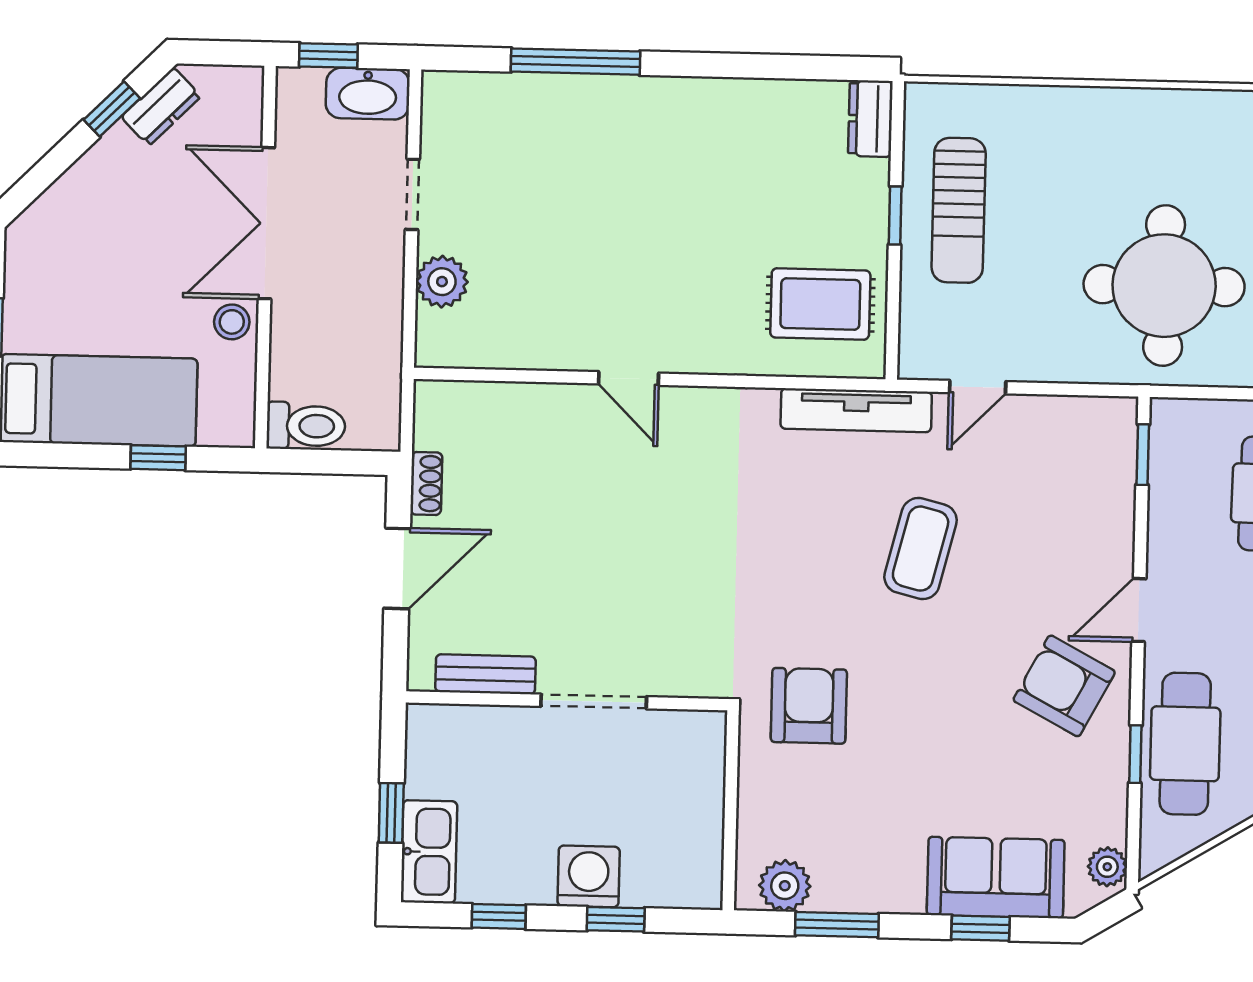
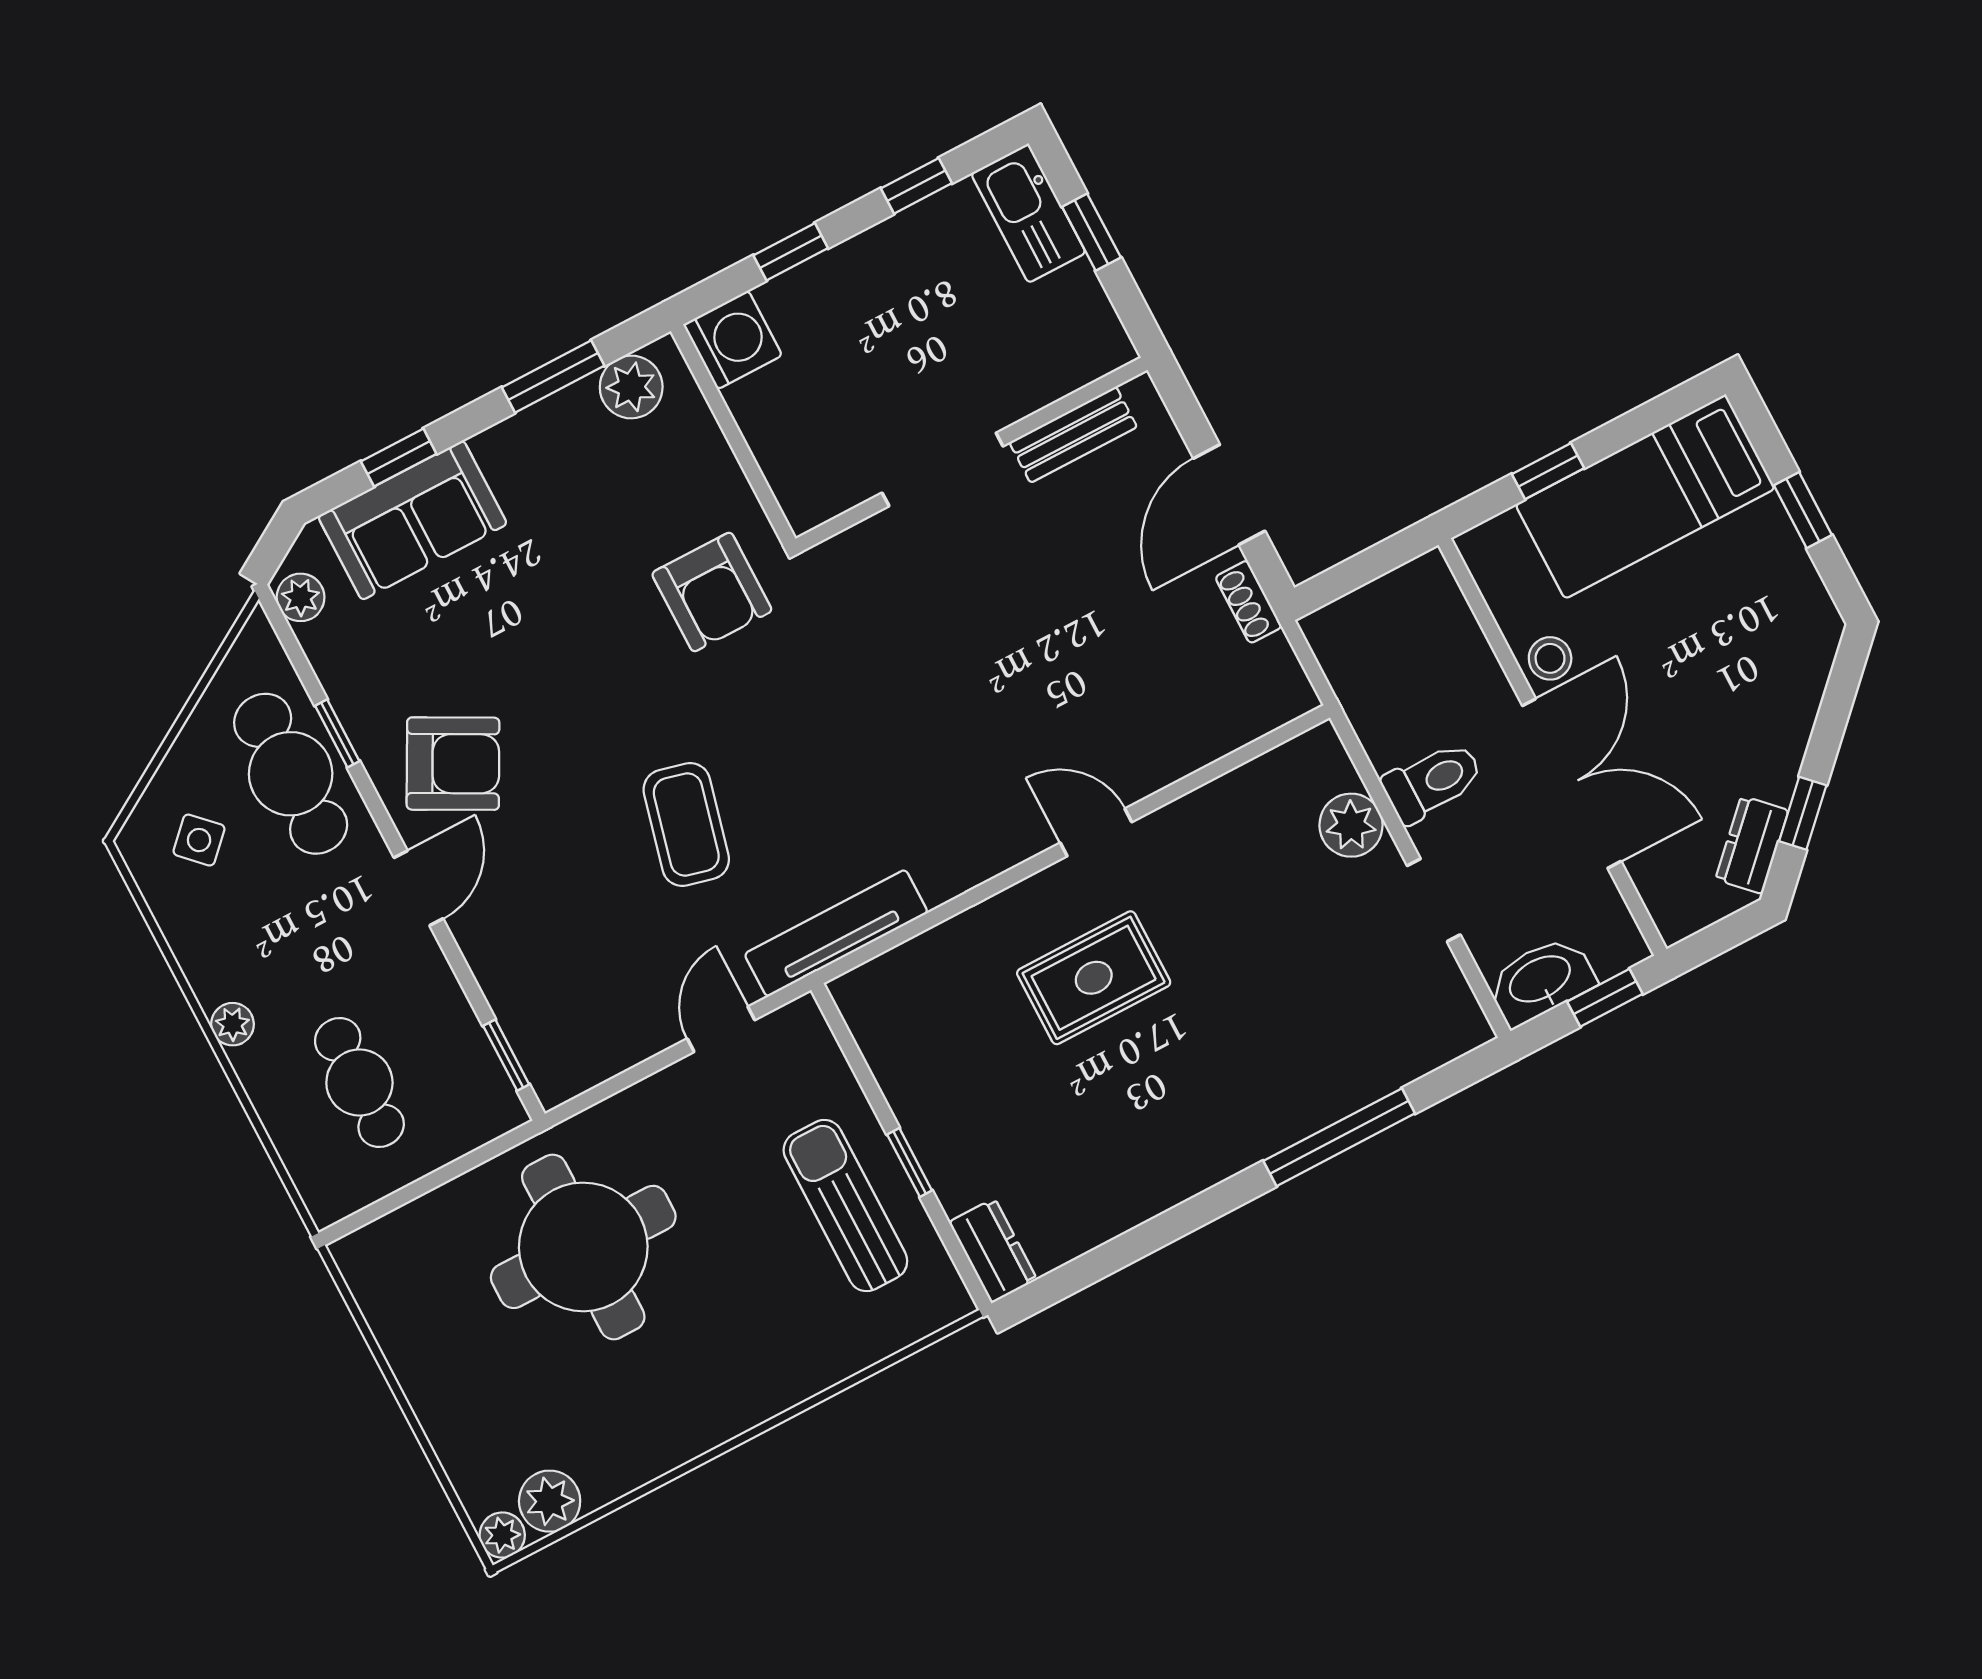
rug: (820, 304) -> (1094, 978), moved
toilet: (306, 426) -> (1433, 782), moved, turned 180
washing machine: (589, 876) -> (733, 340), moved, turned -90

